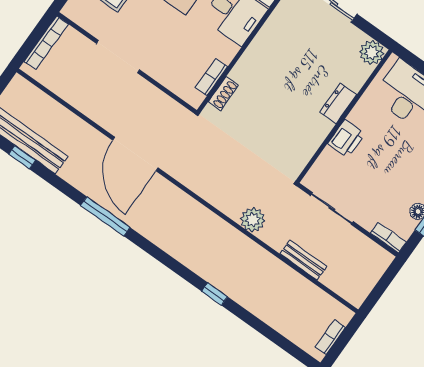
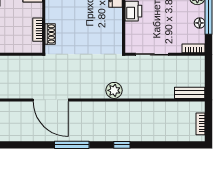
door: (135, 154) -> (51, 100), moved
window: (105, 216) -> (72, 145), moved
bench: (303, 260) -> (190, 93), moved

